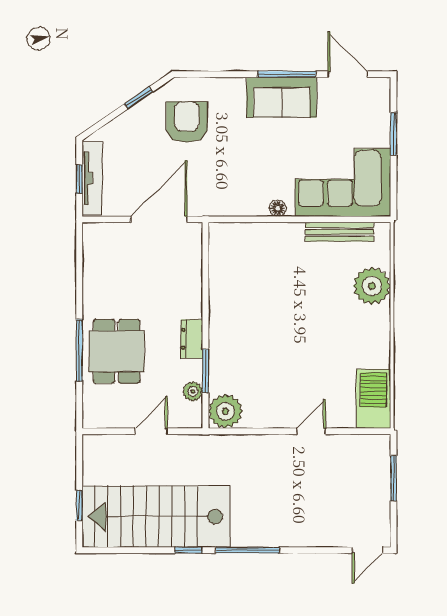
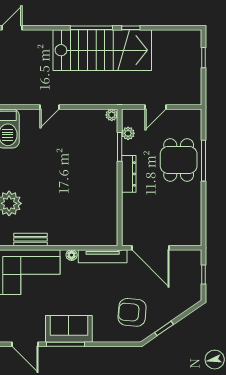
armchair: (187, 122) -> (132, 312), turned 95
tv unit: (92, 178) -> (103, 256), moved, turned -90
door: (159, 219) -> (151, 248), hinge flipped
bench: (339, 232) -> (31, 239), width x0.73
dresser: (192, 339) -> (129, 174), width x1.44
plant: (225, 411) -> (112, 115), width x0.53, depth x0.53
stairs: (156, 517) -> (102, 50), moved

